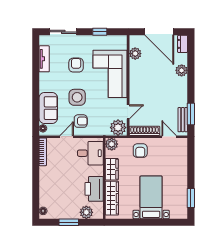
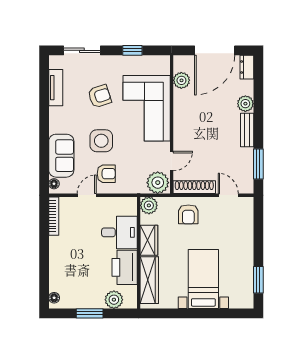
door: (159, 32) -> (215, 50), hinge flipped
armchair: (76, 65) -> (100, 96), turned 72
bench: (183, 120) -> (247, 130), moved
desk: (90, 153) -> (119, 232), moved

